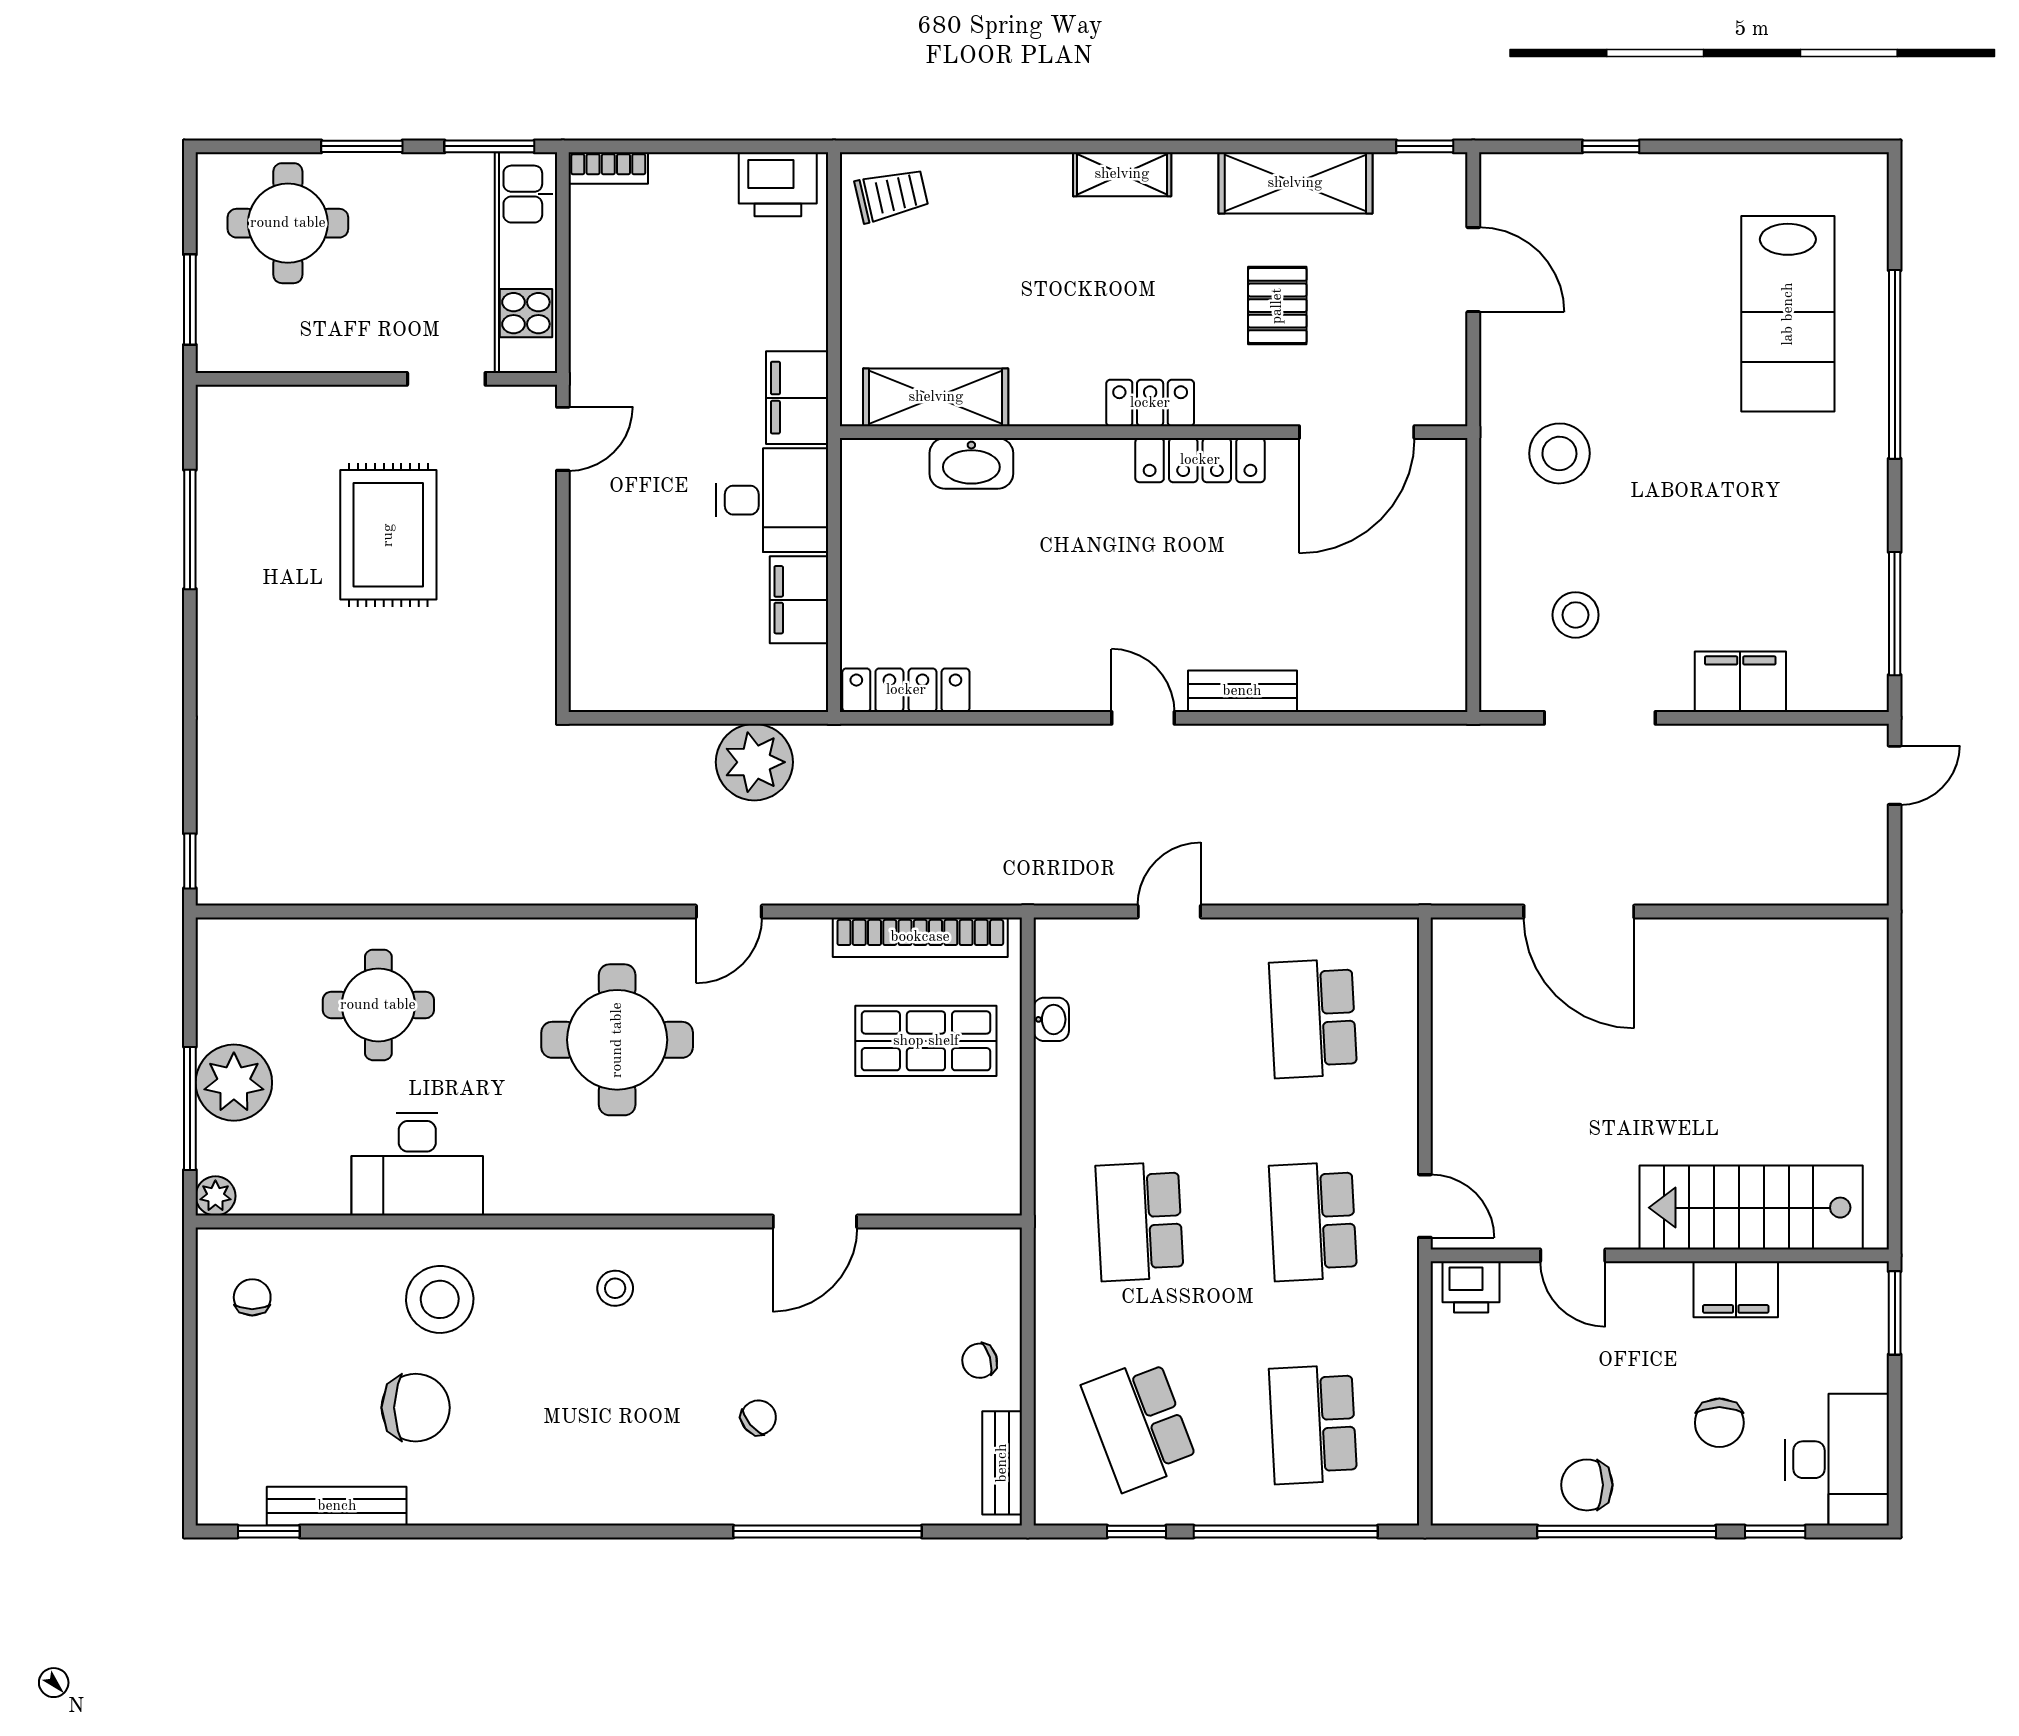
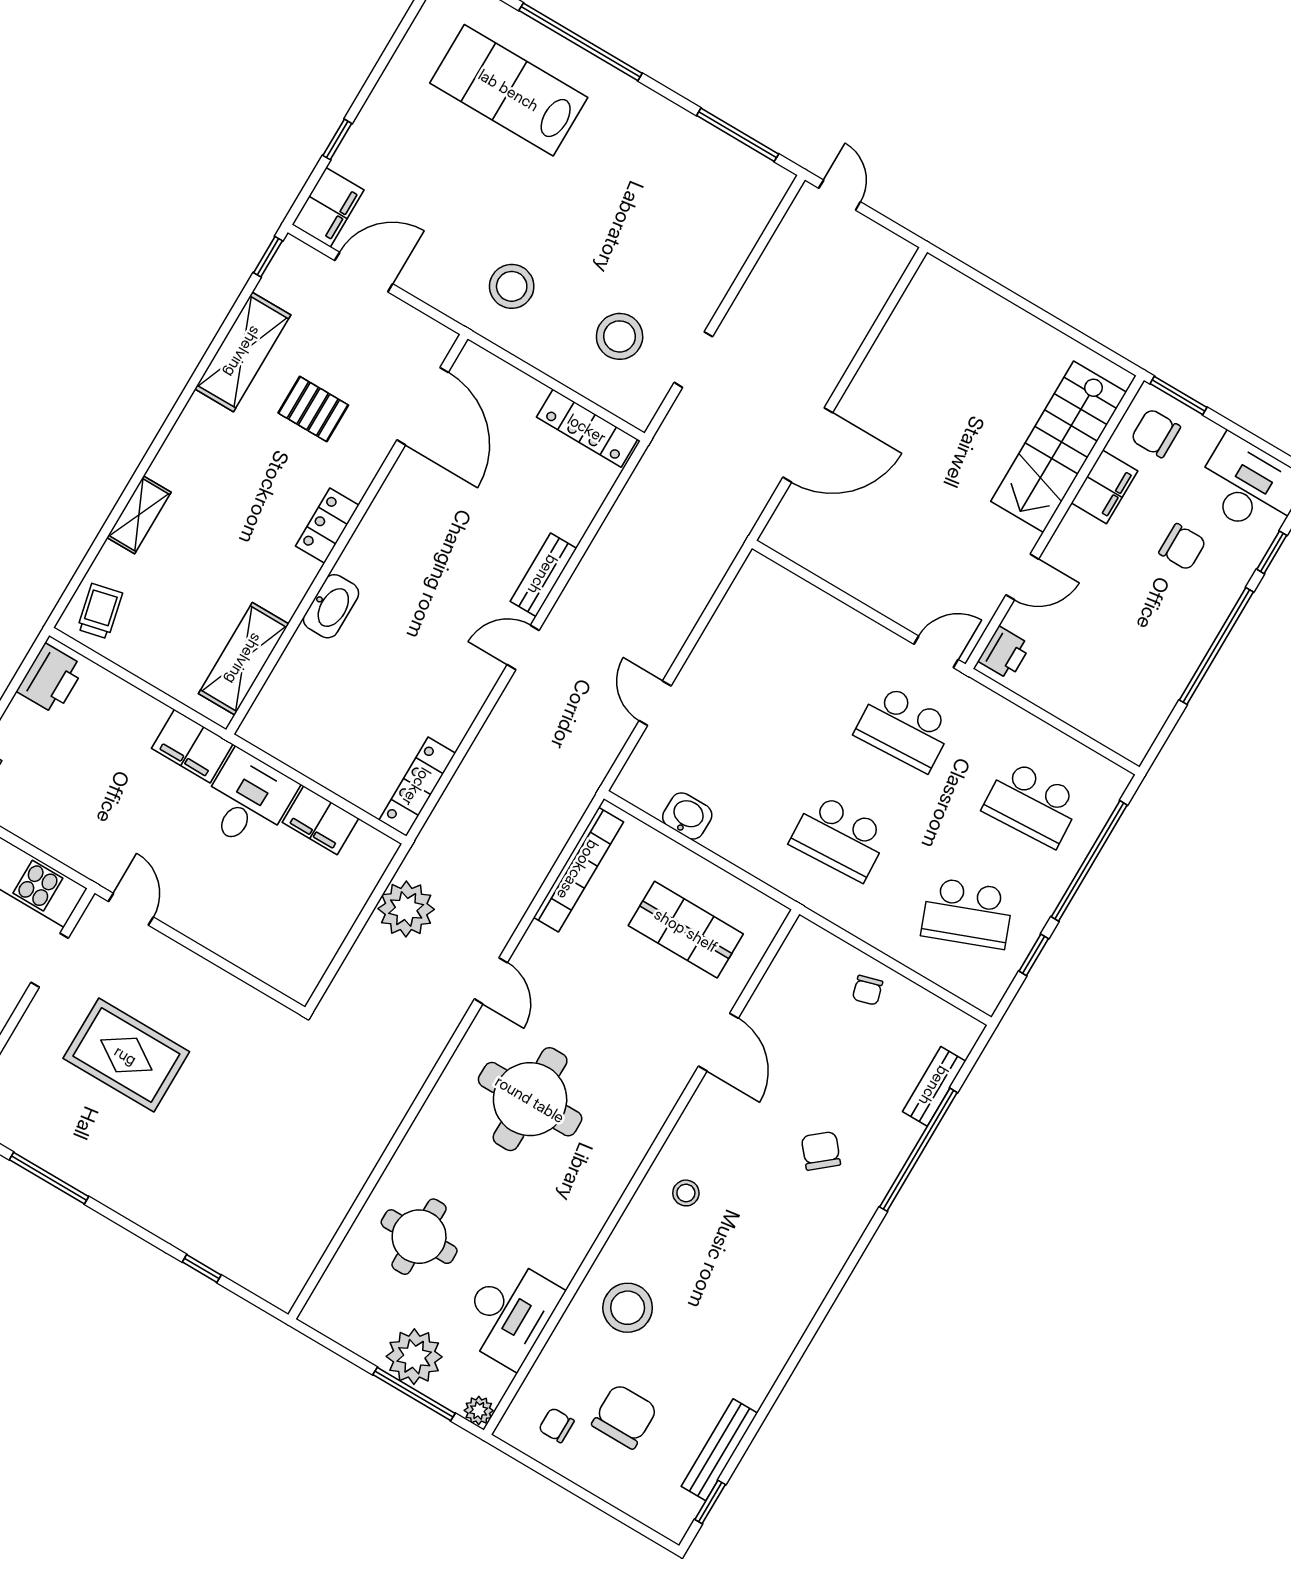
shelving: (1122, 174) -> (139, 515), moved
lab bench: (1788, 314) -> (509, 90), turned 180
locker: (1200, 460) -> (587, 428), moved, turned 90
washbasin: (971, 463) -> (331, 606), moved
stool: (1576, 615) -> (620, 336), width x1.38, depth x1.38
filing cabinet: (1740, 682) -> (328, 207), moved, turned 180
doorway: (1600, 718) -> (693, 360), width x0.73
window: (190, 861) -> (202, 1268), moved
washbasin: (1051, 1019) -> (687, 816), width x1.38, depth x1.45
school desk: (1313, 1019) -> (776, 652), removed
shop shelf: (926, 1041) -> (686, 930), moved, turned 90
desk: (417, 1164) -> (509, 1313), moved
chair: (416, 1408) -> (625, 1416), moved
chair: (759, 1418) -> (821, 1151), width x1.37, depth x1.37
bench: (1002, 1463) -> (934, 1086), moved, turned 90
chair: (1587, 1485) -> (1156, 433), moved, turned 90

